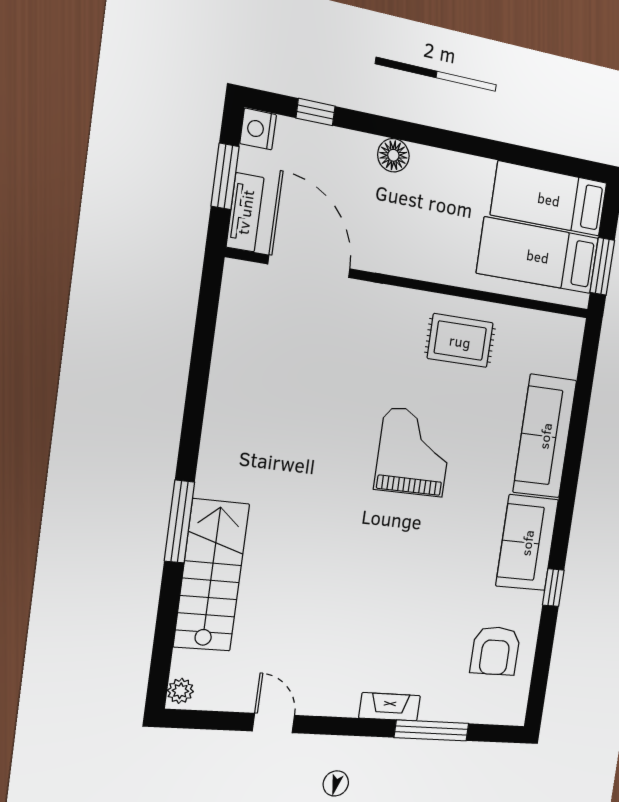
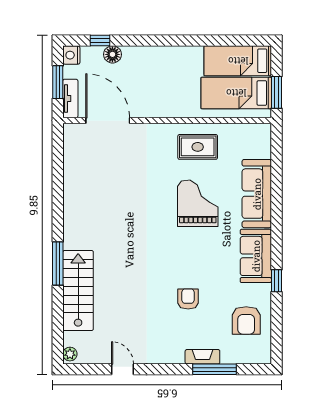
floor lamp: (393, 155) -> (112, 54), moved
grand piano: (414, 452) -> (198, 203), moved
armchair: (405, 607) -> (188, 299), added
fireplace: (390, 707) -> (202, 357), moved

